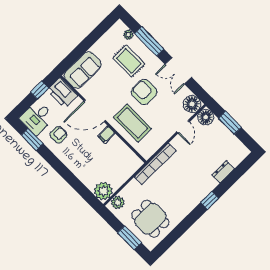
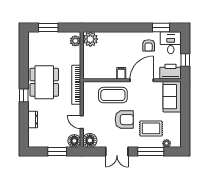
double door: (178, 71) -> (117, 152), swing flipped
dining table: (150, 219) -> (44, 82), moved, width x1.38

